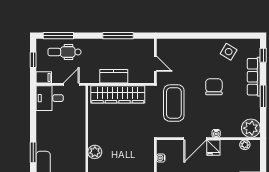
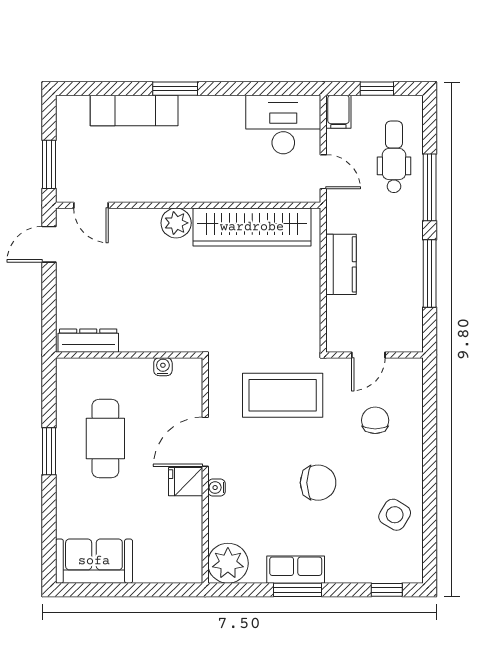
window: (58, 36) -> (430, 187), moved
chair: (185, 61) -> (375, 420), added
row of seats: (254, 77) -> (296, 570), moved, width x0.68
wardrobe: (118, 94) -> (252, 227), moved, turned -90
desk: (50, 98) -> (283, 125), width x1.37
door: (195, 139) -> (205, 442), hinge flipped
plant: (245, 145) -> (192, 550), removed

